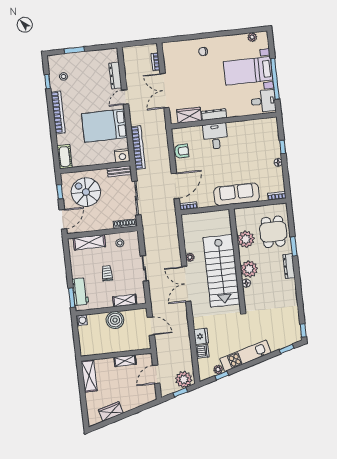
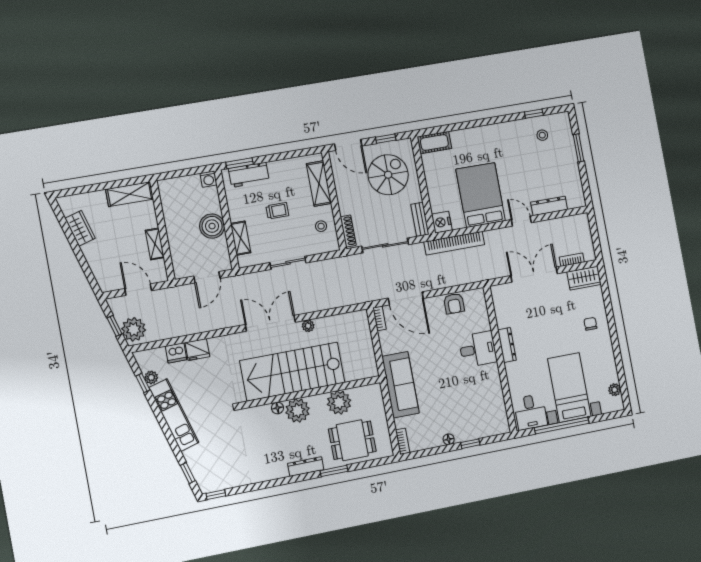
bookcase: (58, 112) -> (494, 130), removed
wardrobe: (189, 115) -> (584, 278), moved, turned 90

